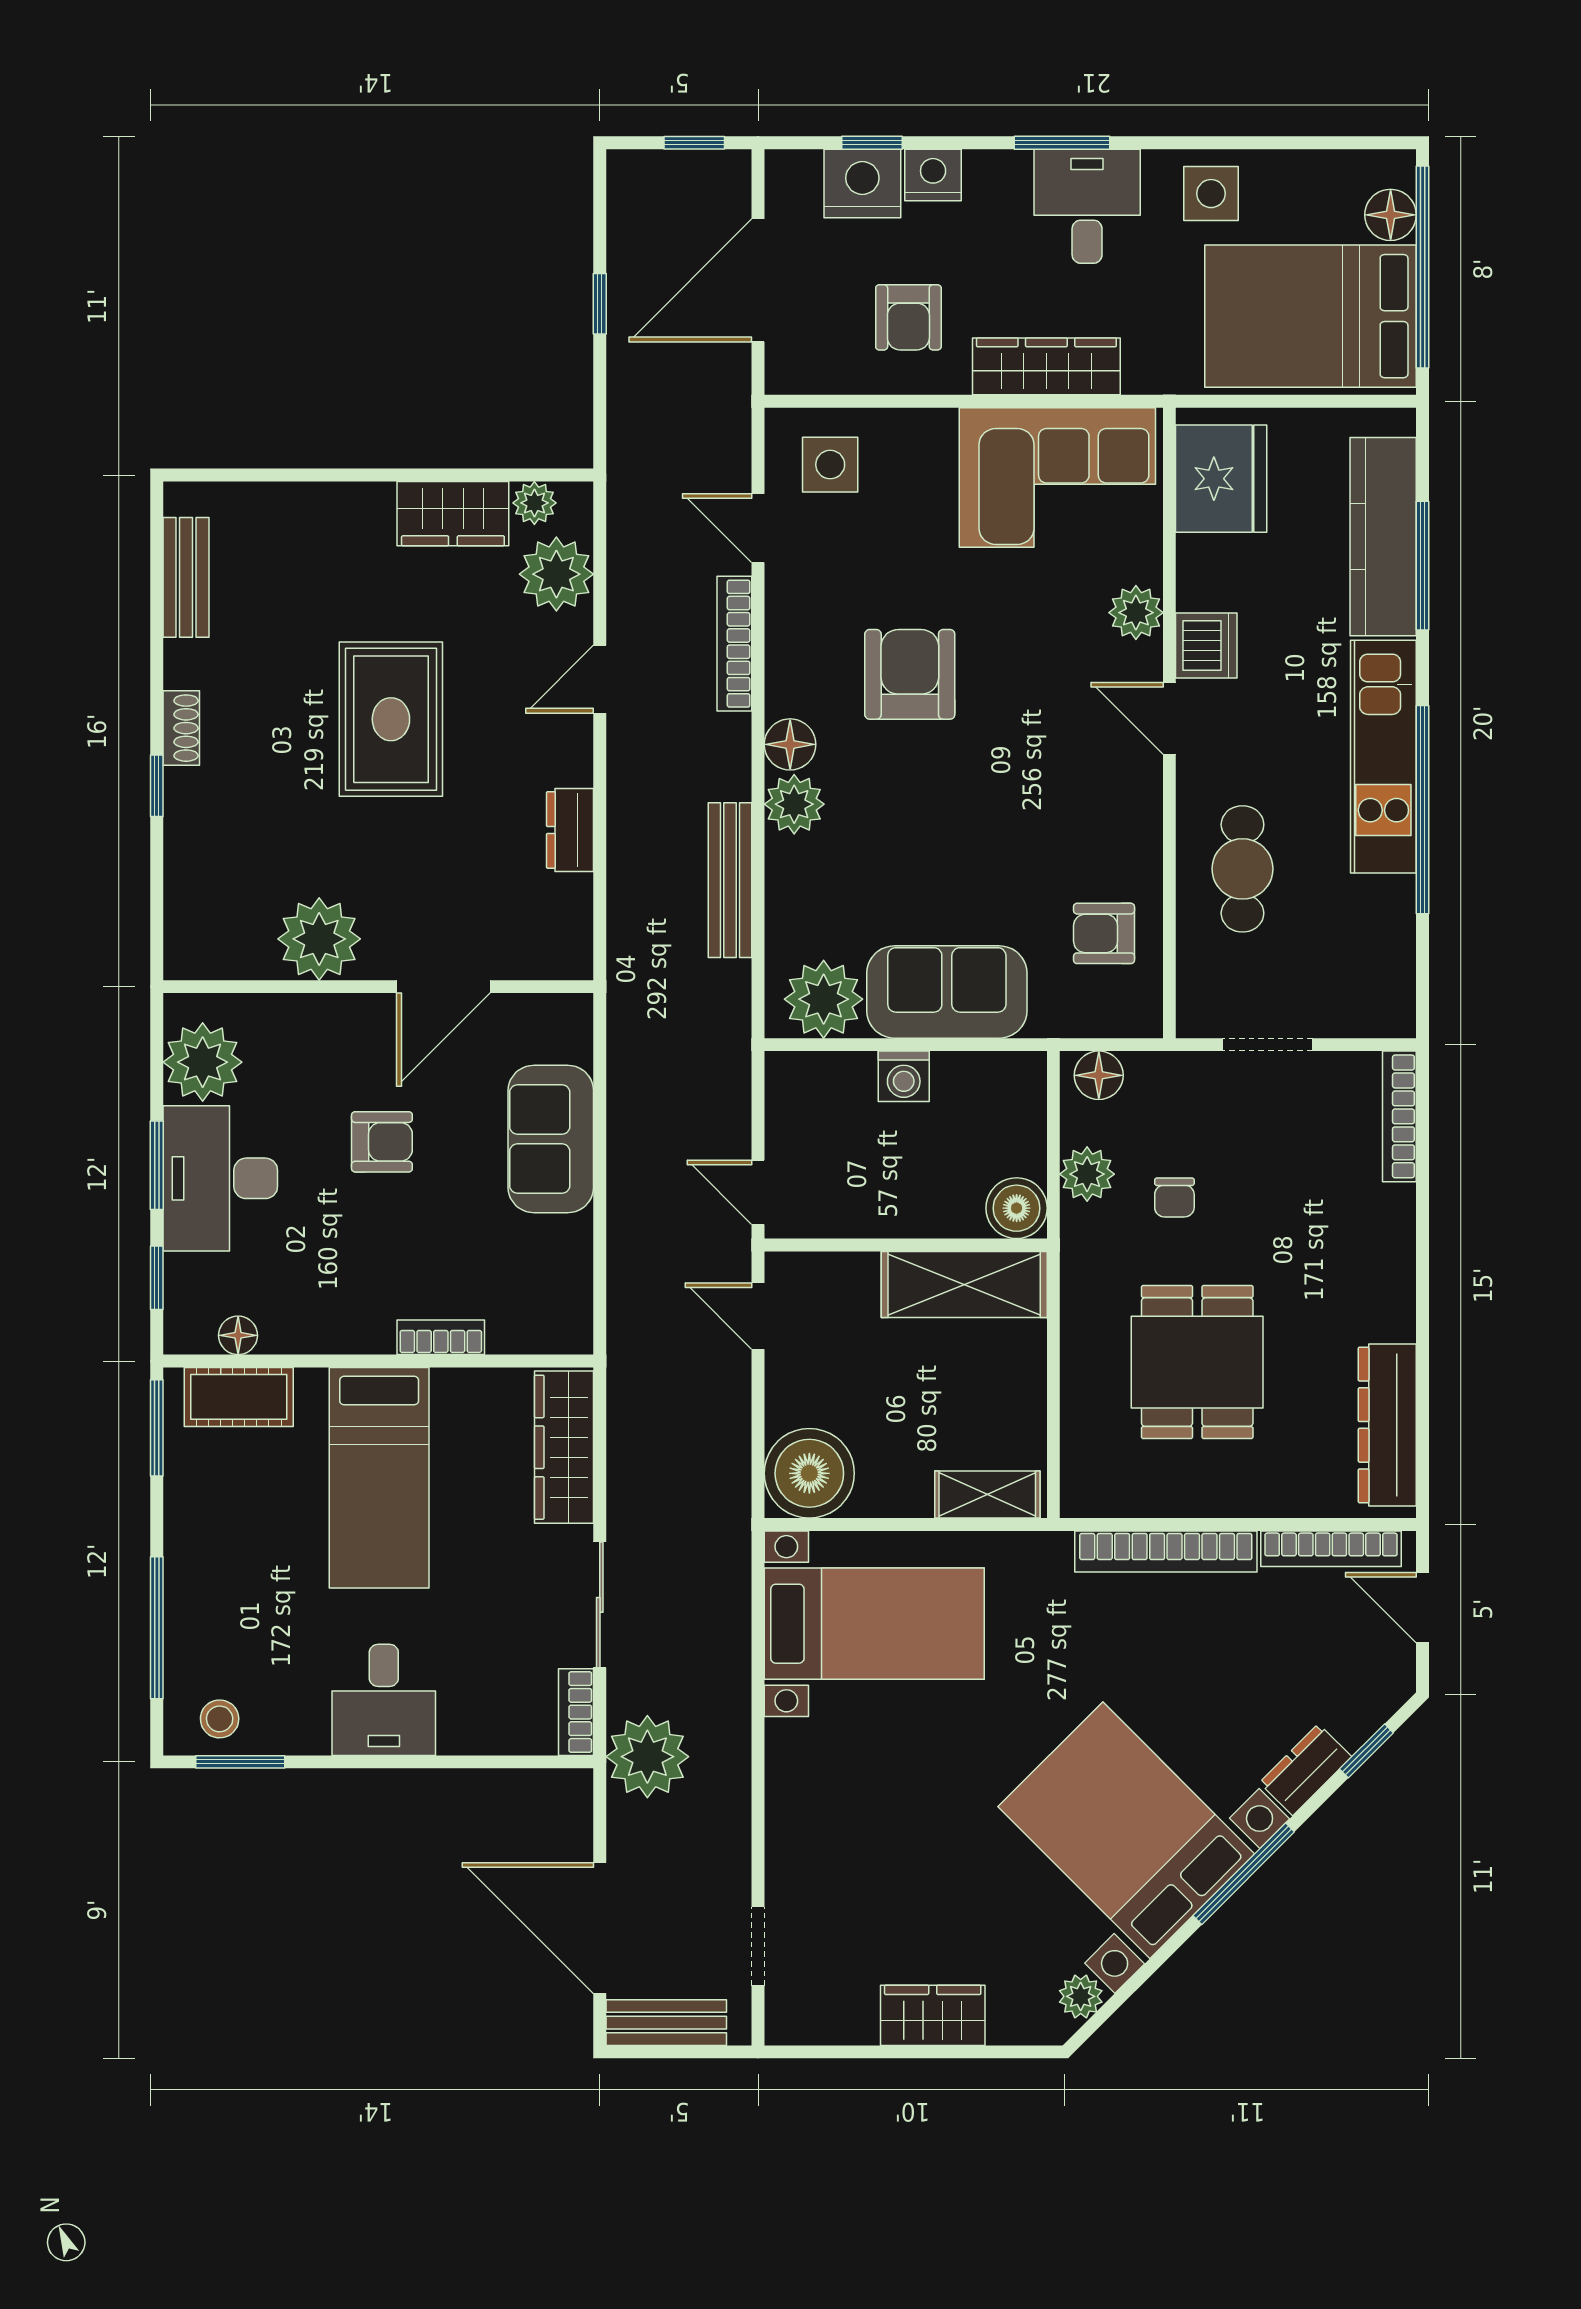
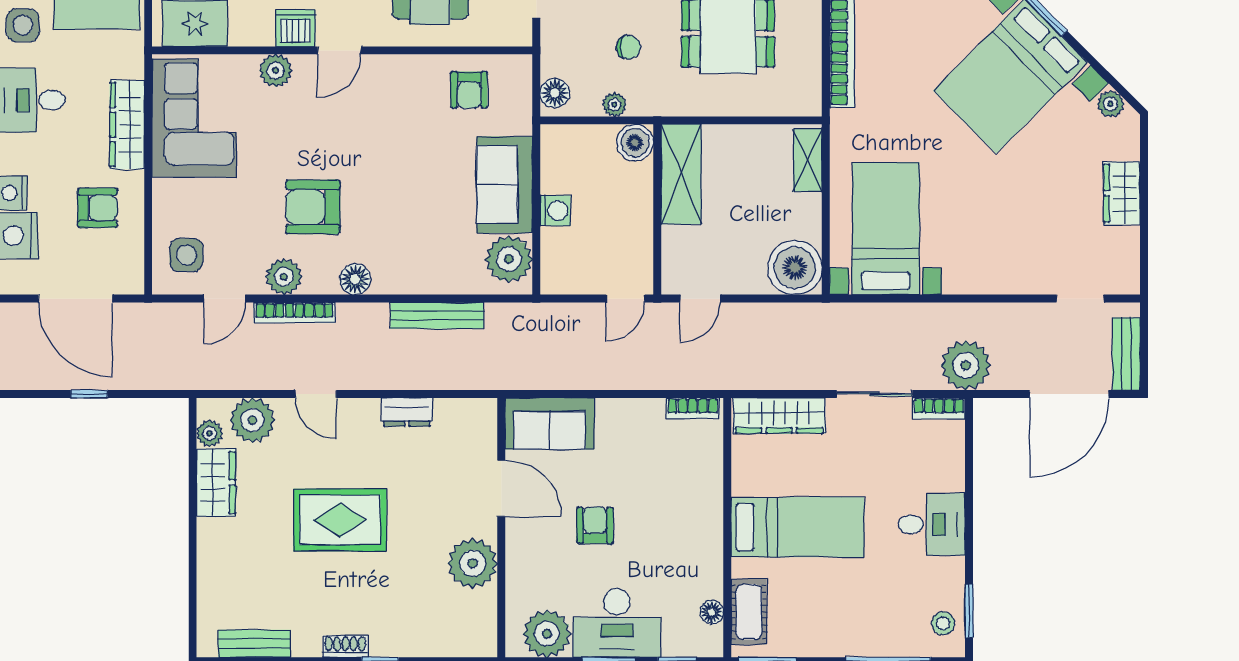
plant: (794, 804) -> (284, 277), moved
sofa: (551, 1139) -> (550, 424), moved
plant: (1087, 1174) -> (614, 105), width x0.73, depth x0.73
bookcase: (441, 1337) -> (693, 408), moved, turned -90

